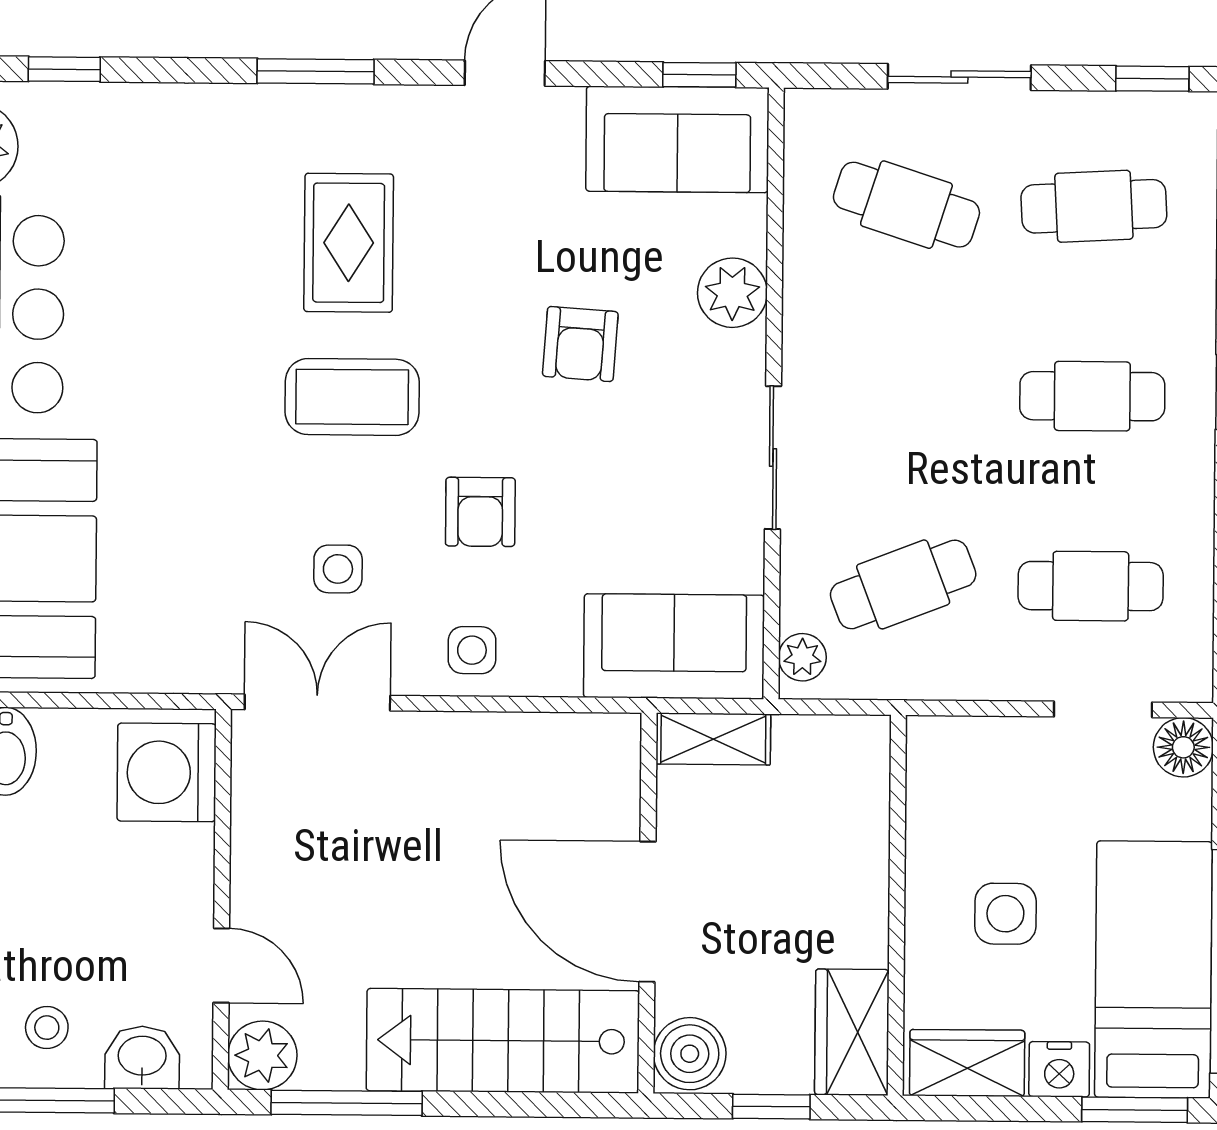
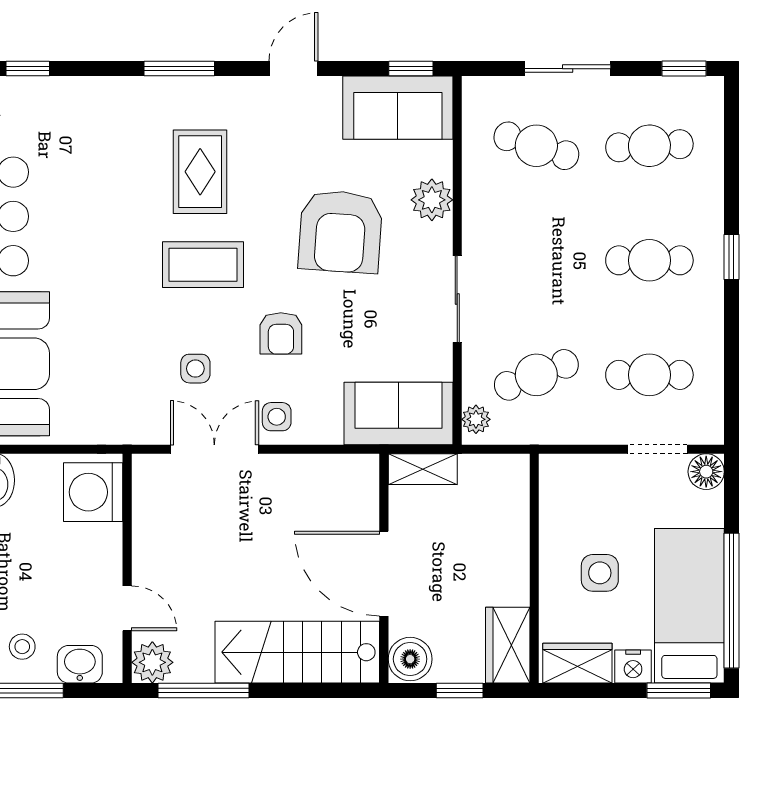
armchair: (580, 344) -> (340, 232), width x1.88, depth x1.88
double door: (317, 703) -> (214, 449), moved

